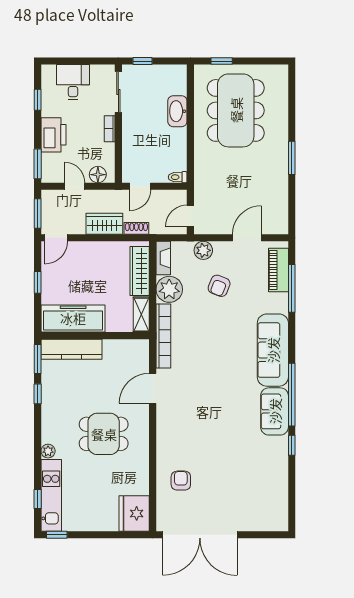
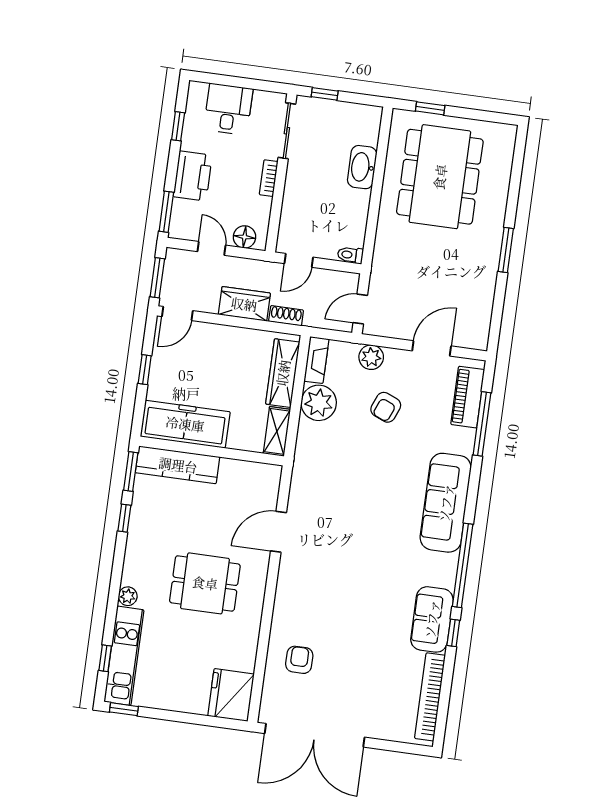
bookcase: (163, 336) -> (430, 697), moved, turned 180
sofa: (275, 411) -> (432, 619), moved

